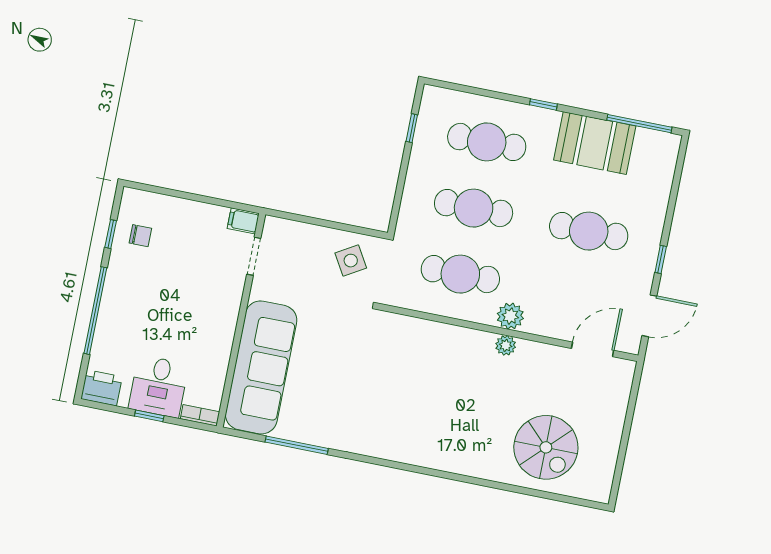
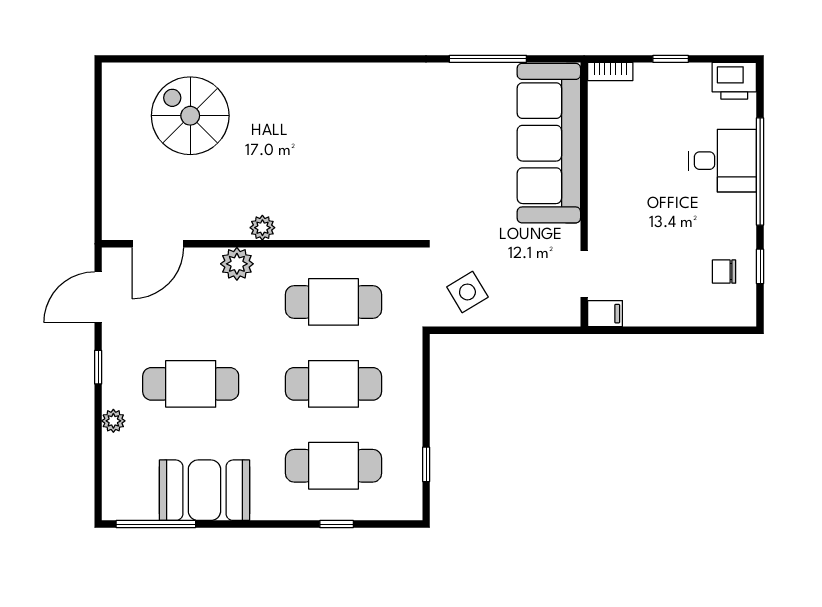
window: (543, 104) -> (337, 524), moved
plant: (657, 214) -> (113, 421), added
plant: (510, 316) -> (237, 264), moved
desk: (159, 386) -> (723, 161), moved, turned 90

